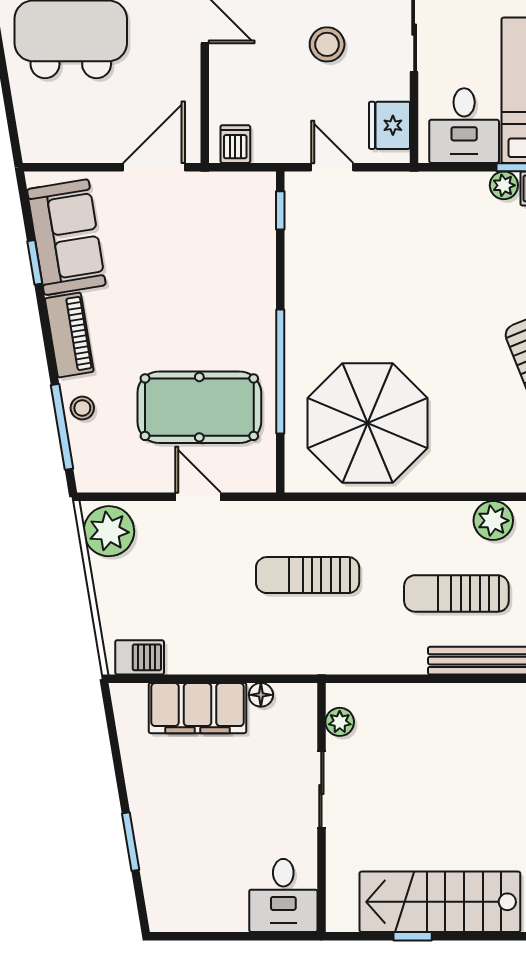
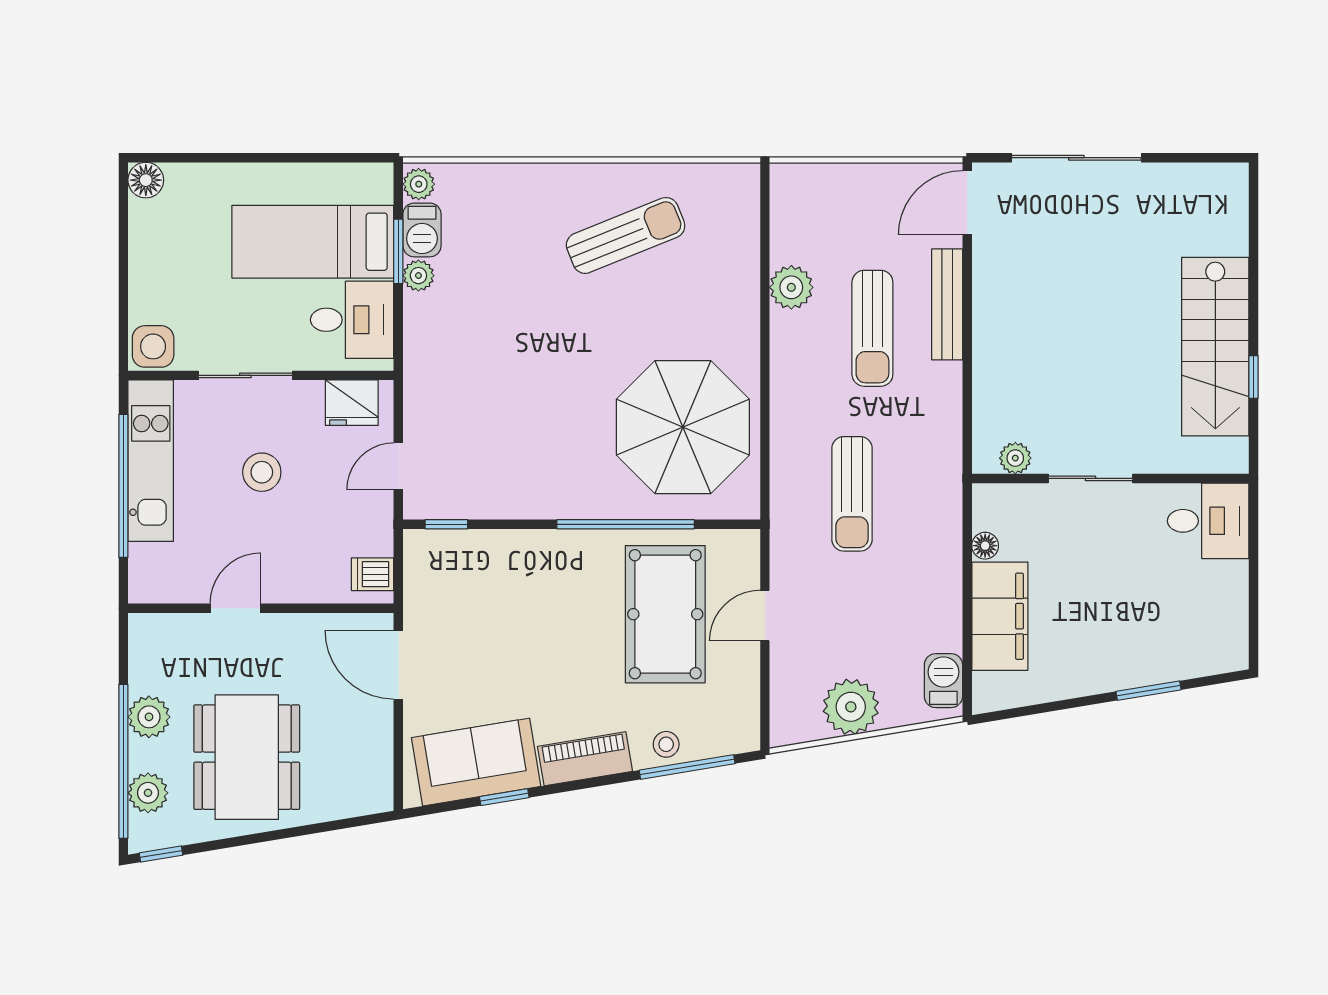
plant: (109, 531) -> (851, 707), moved

